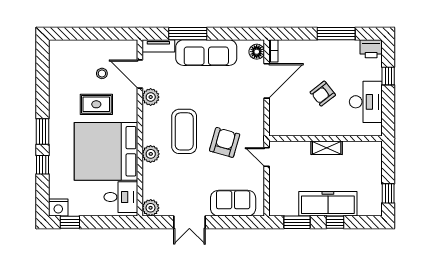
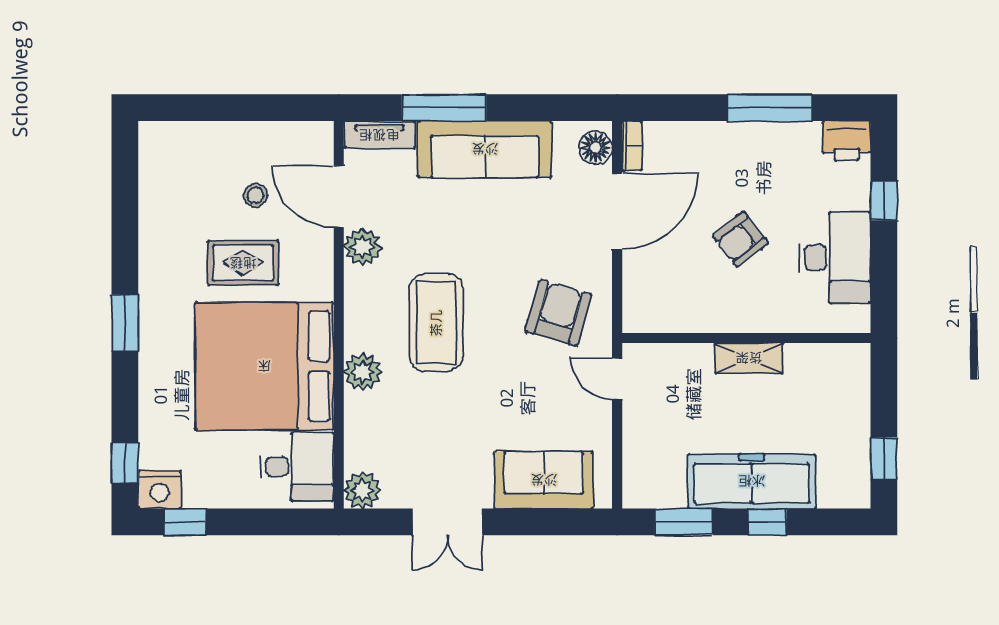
armchair: (225, 142) -> (558, 313), moved
window: (42, 165) -> (125, 463), moved

